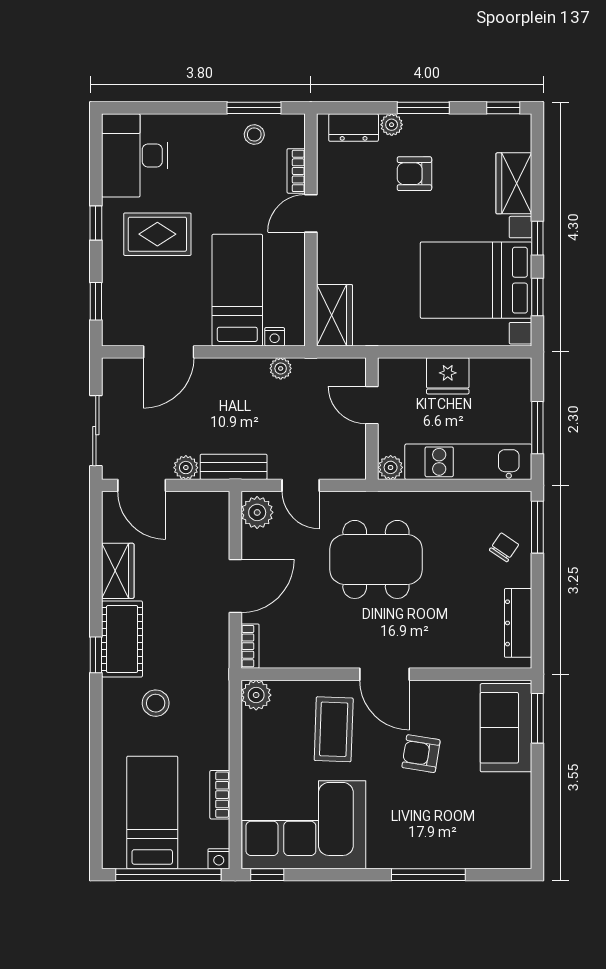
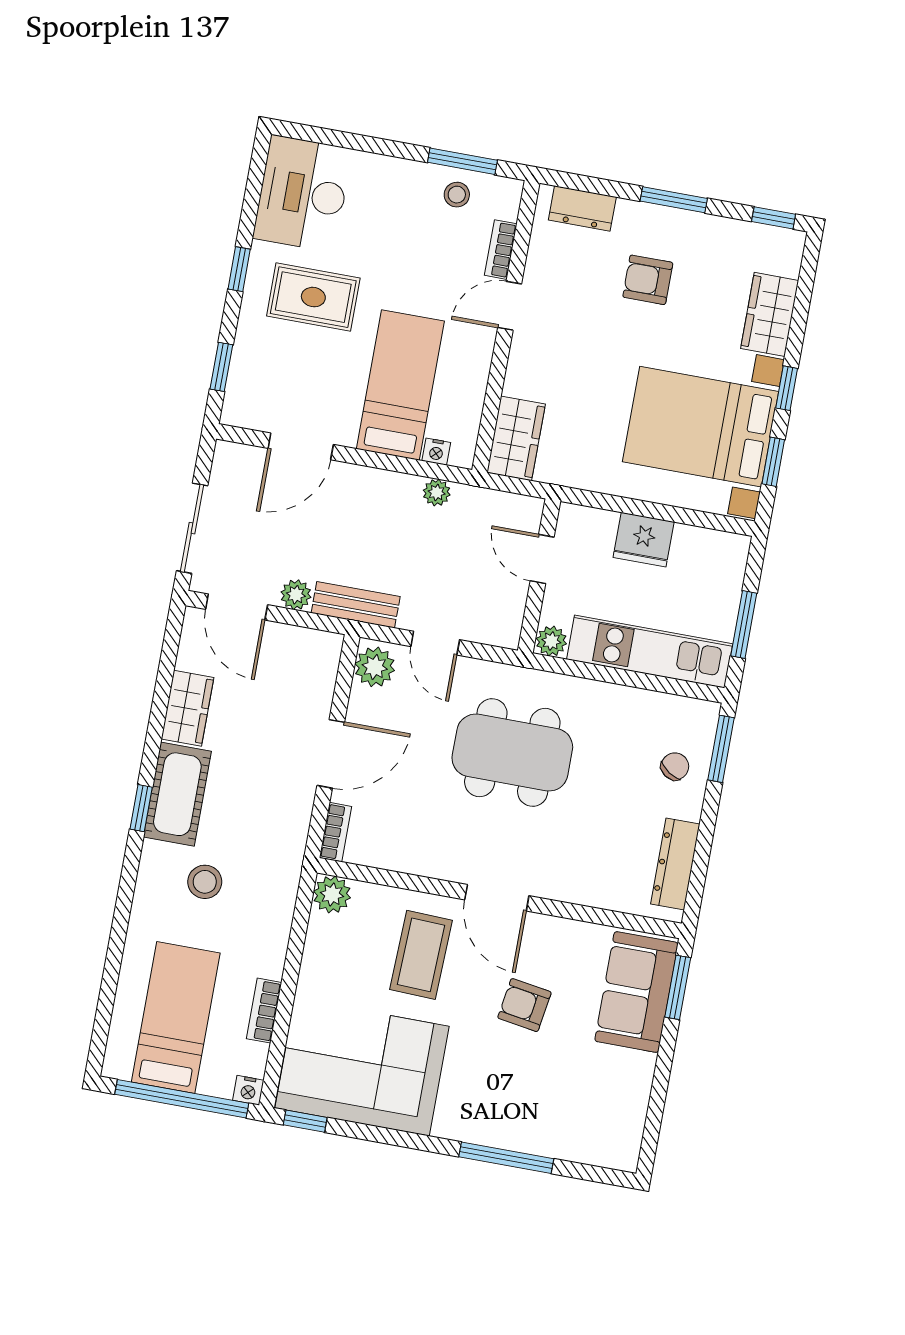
plant: (392, 125) -> (630, 213), removed

